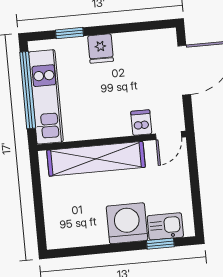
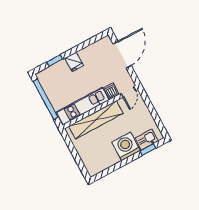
kitchen unit: (46, 97) -> (83, 106), moved, turned -90

